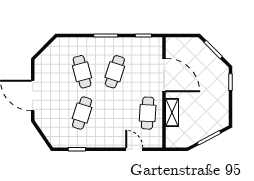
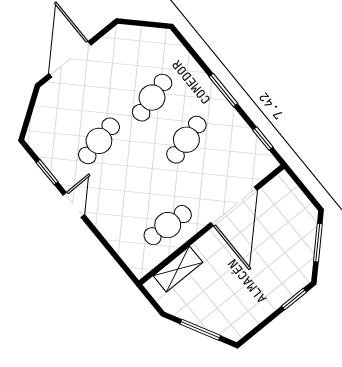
cafe table: (115, 72) -> (186, 140), turned -33
cafe table: (82, 113) -> (99, 141), turned -30
shelving: (172, 113) -> (178, 269), moved
door: (134, 149) -> (74, 205), moved

